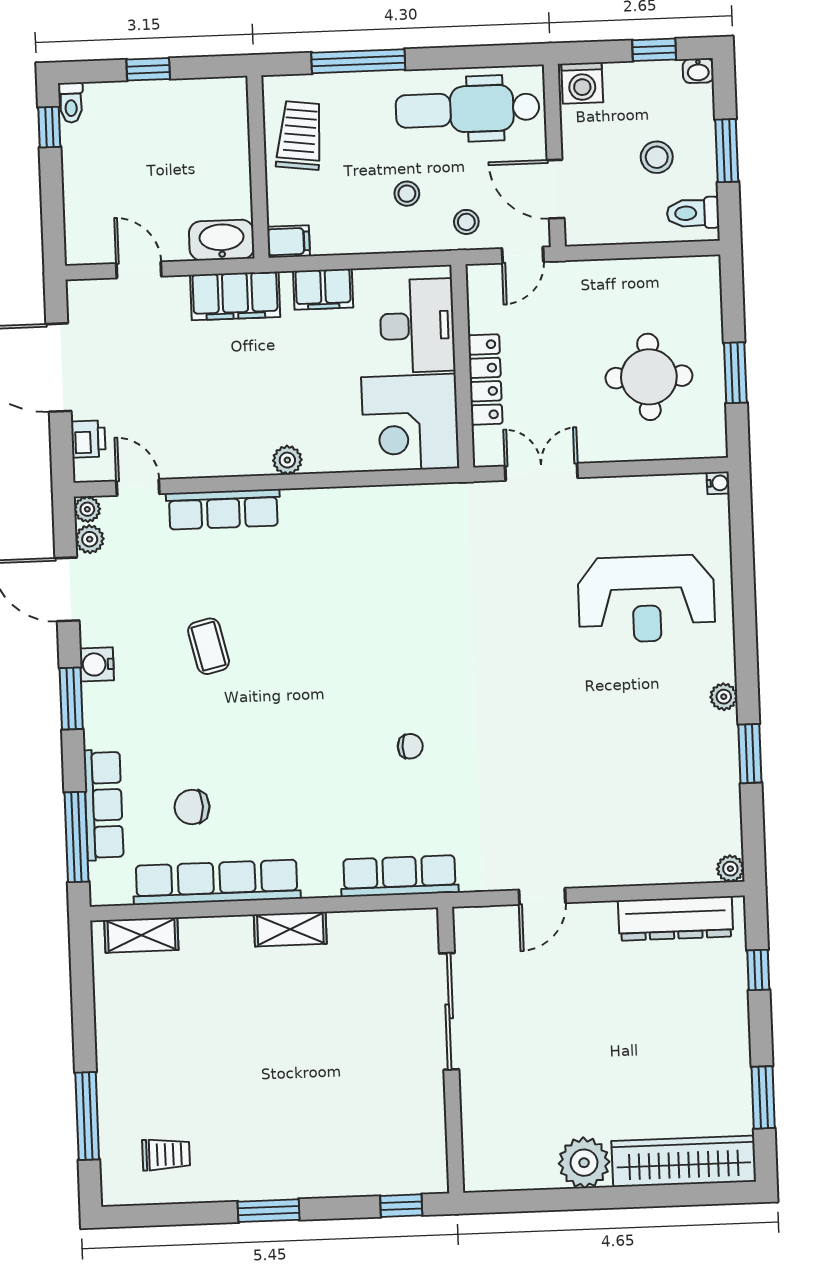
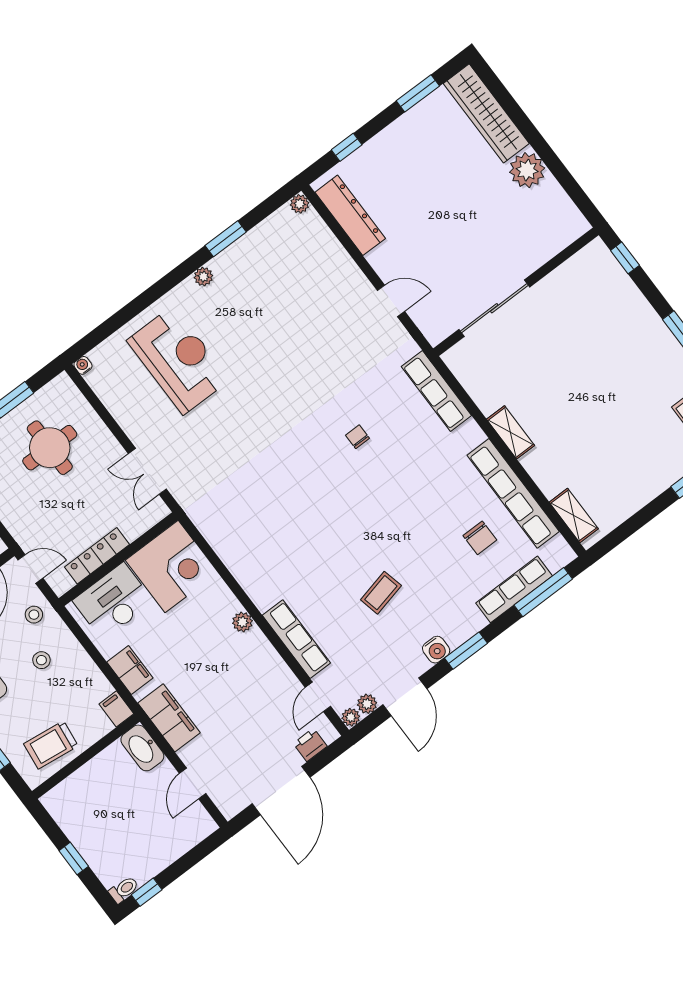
locker: (485, 380) -> (97, 556), moved

